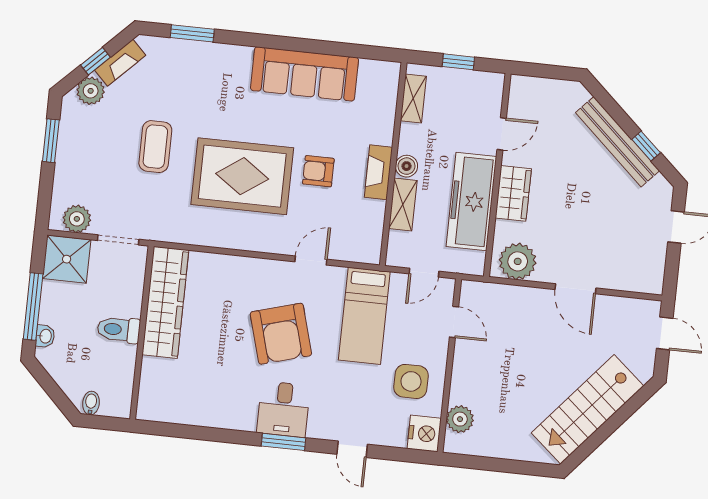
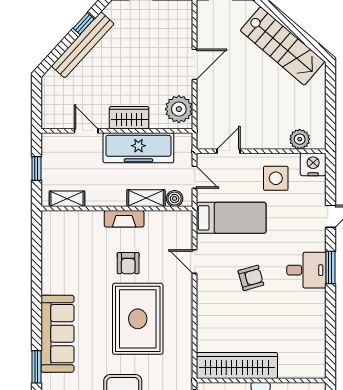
sofa: (304, 74) -> (57, 334), moved
boiler: (406, 166) -> (175, 199), moved
armchair: (281, 334) -> (251, 278), width x0.53, depth x0.53

